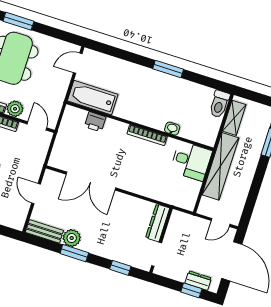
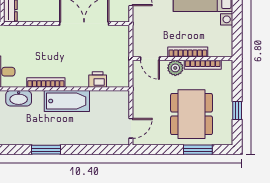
bathtub: (93, 98) -> (67, 101), moved
washbasin: (172, 129) -> (19, 98), width x1.91, depth x1.45

